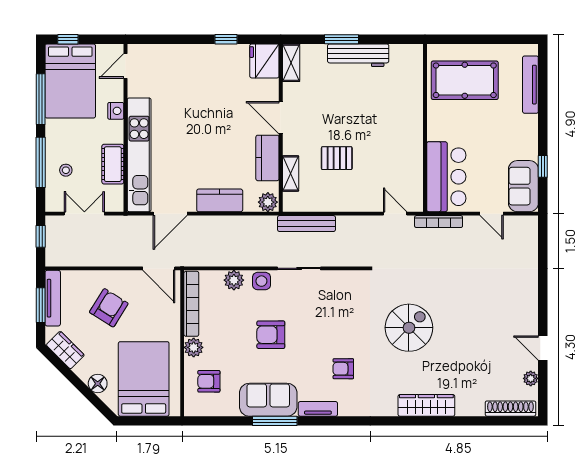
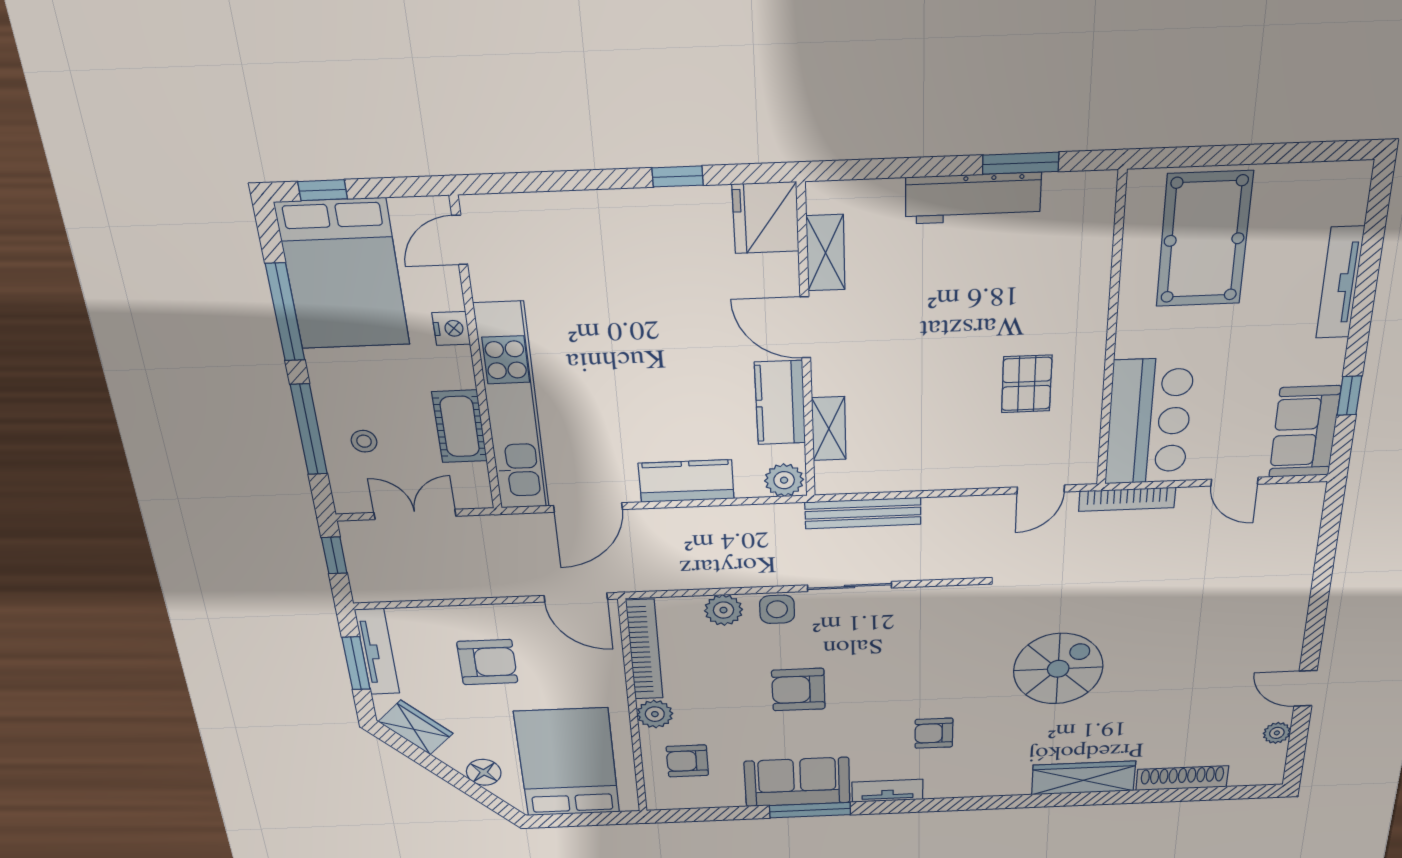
window: (342, 39) -> (1021, 163), moved
shelving: (291, 63) -> (826, 253), moved
pool table: (465, 80) -> (1204, 240), turned 90
tv unit: (530, 85) -> (1340, 283), moved
pallet: (337, 158) -> (1027, 384), moved, turned 90
door: (395, 214) -> (1041, 489), swing flipped
armchair: (109, 308) -> (487, 662), turned 58
shoe rack: (510, 409) -> (1182, 778), moved

